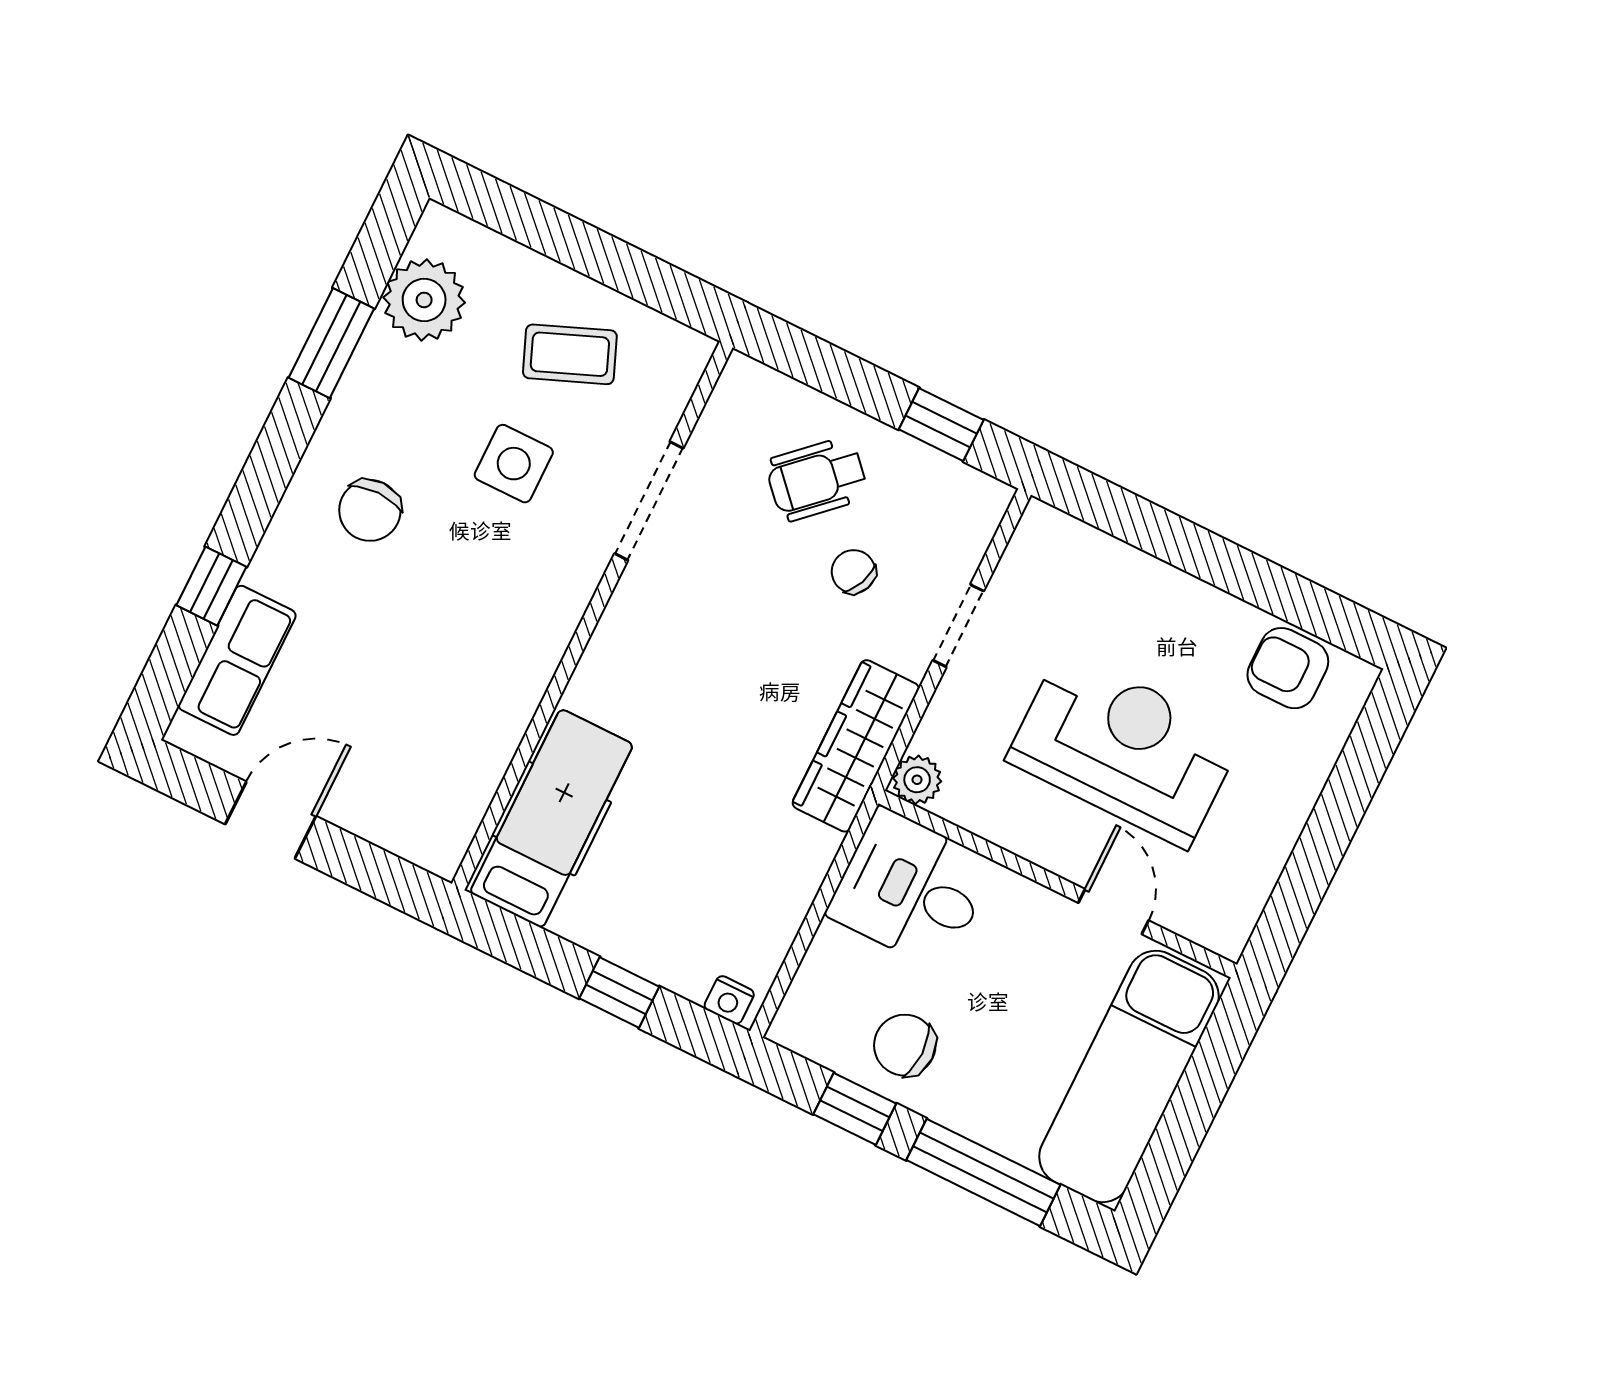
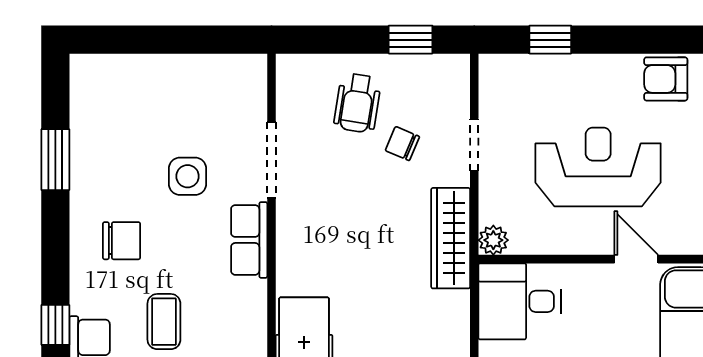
plant: (424, 300) -> (94, 111), removed
coffee table: (570, 354) -> (164, 322), moved, turned -68
wheelchair: (817, 479) -> (357, 103), turned -38
chair: (370, 510) -> (122, 241), turned -90
window: (1147, 526) -> (550, 40), added
row of seats: (558, 602) -> (249, 240), added

